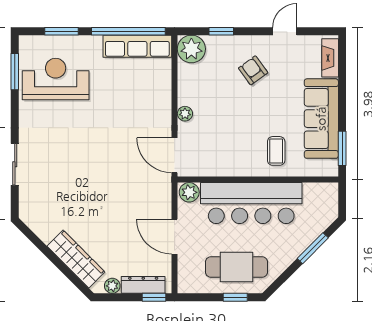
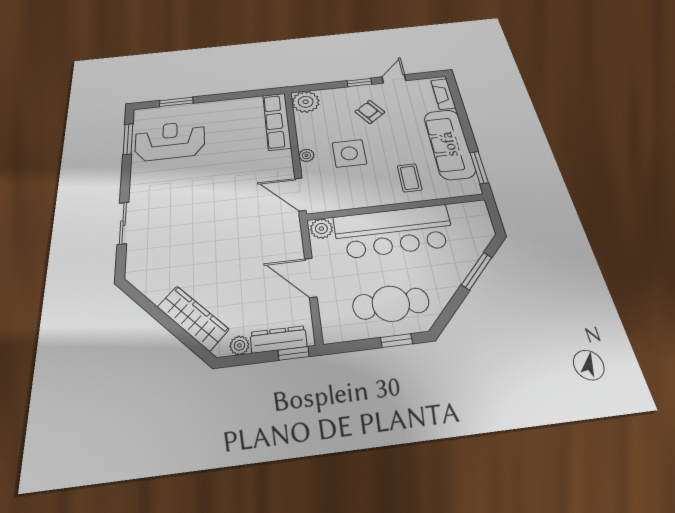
window: (128, 31) -> (242, 95), removed
window: (221, 31) -> (359, 82), moved
row of seats: (137, 46) -> (277, 121), moved, turned 90
side table: (225, 117) -> (349, 153), added

